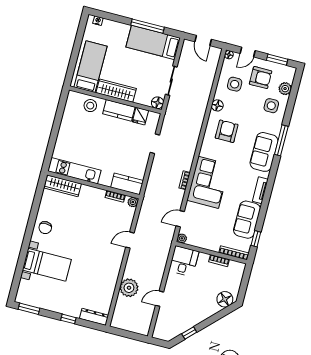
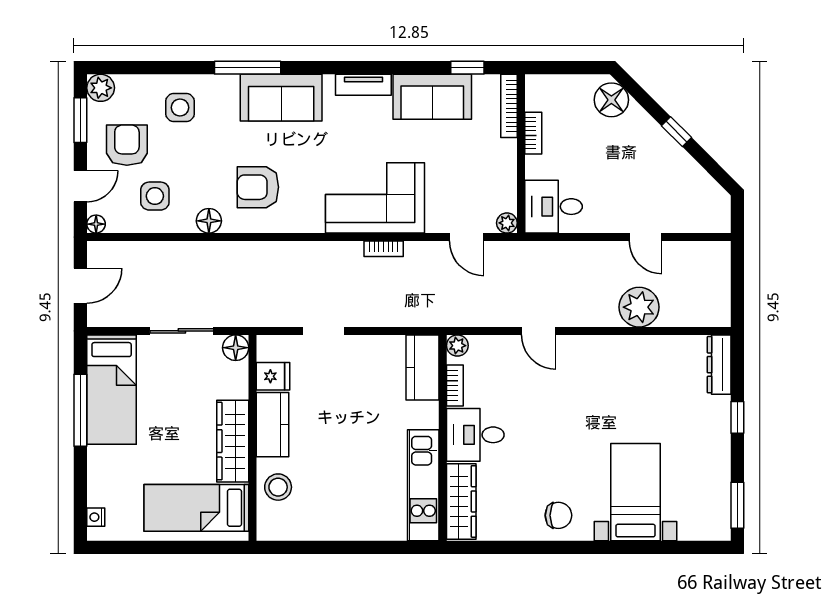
door: (248, 52) -> (80, 186), hinge flipped
plant: (285, 89) -> (101, 88), moved
desk: (91, 200) -> (475, 435), added
window: (189, 333) -> (676, 132), moved

